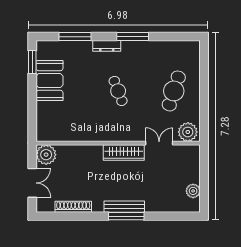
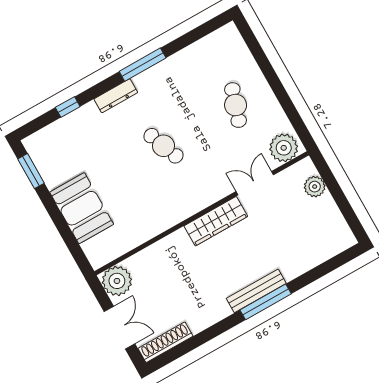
window: (75, 37) -> (68, 107), width x0.46
booth: (50, 81) -> (82, 208), moved
cafe table: (174, 91) -> (236, 105), width x0.73, depth x0.74
plant: (193, 191) -> (315, 187), moved
shoe rack: (73, 207) -> (166, 342), moved

